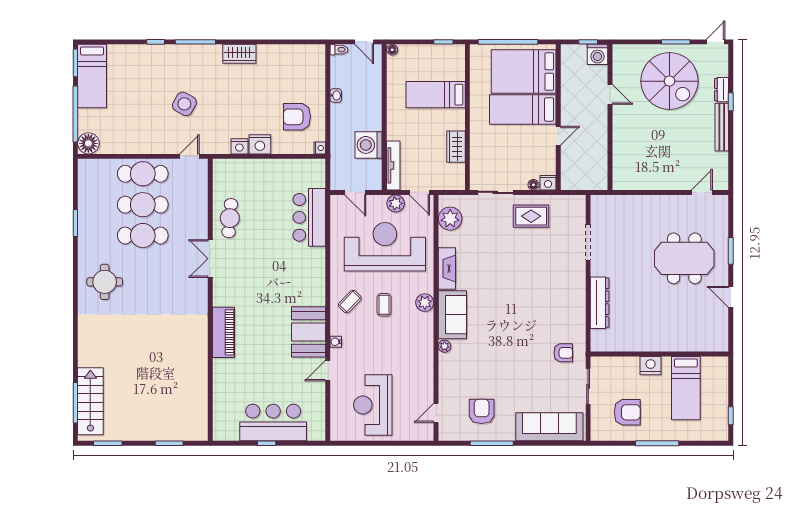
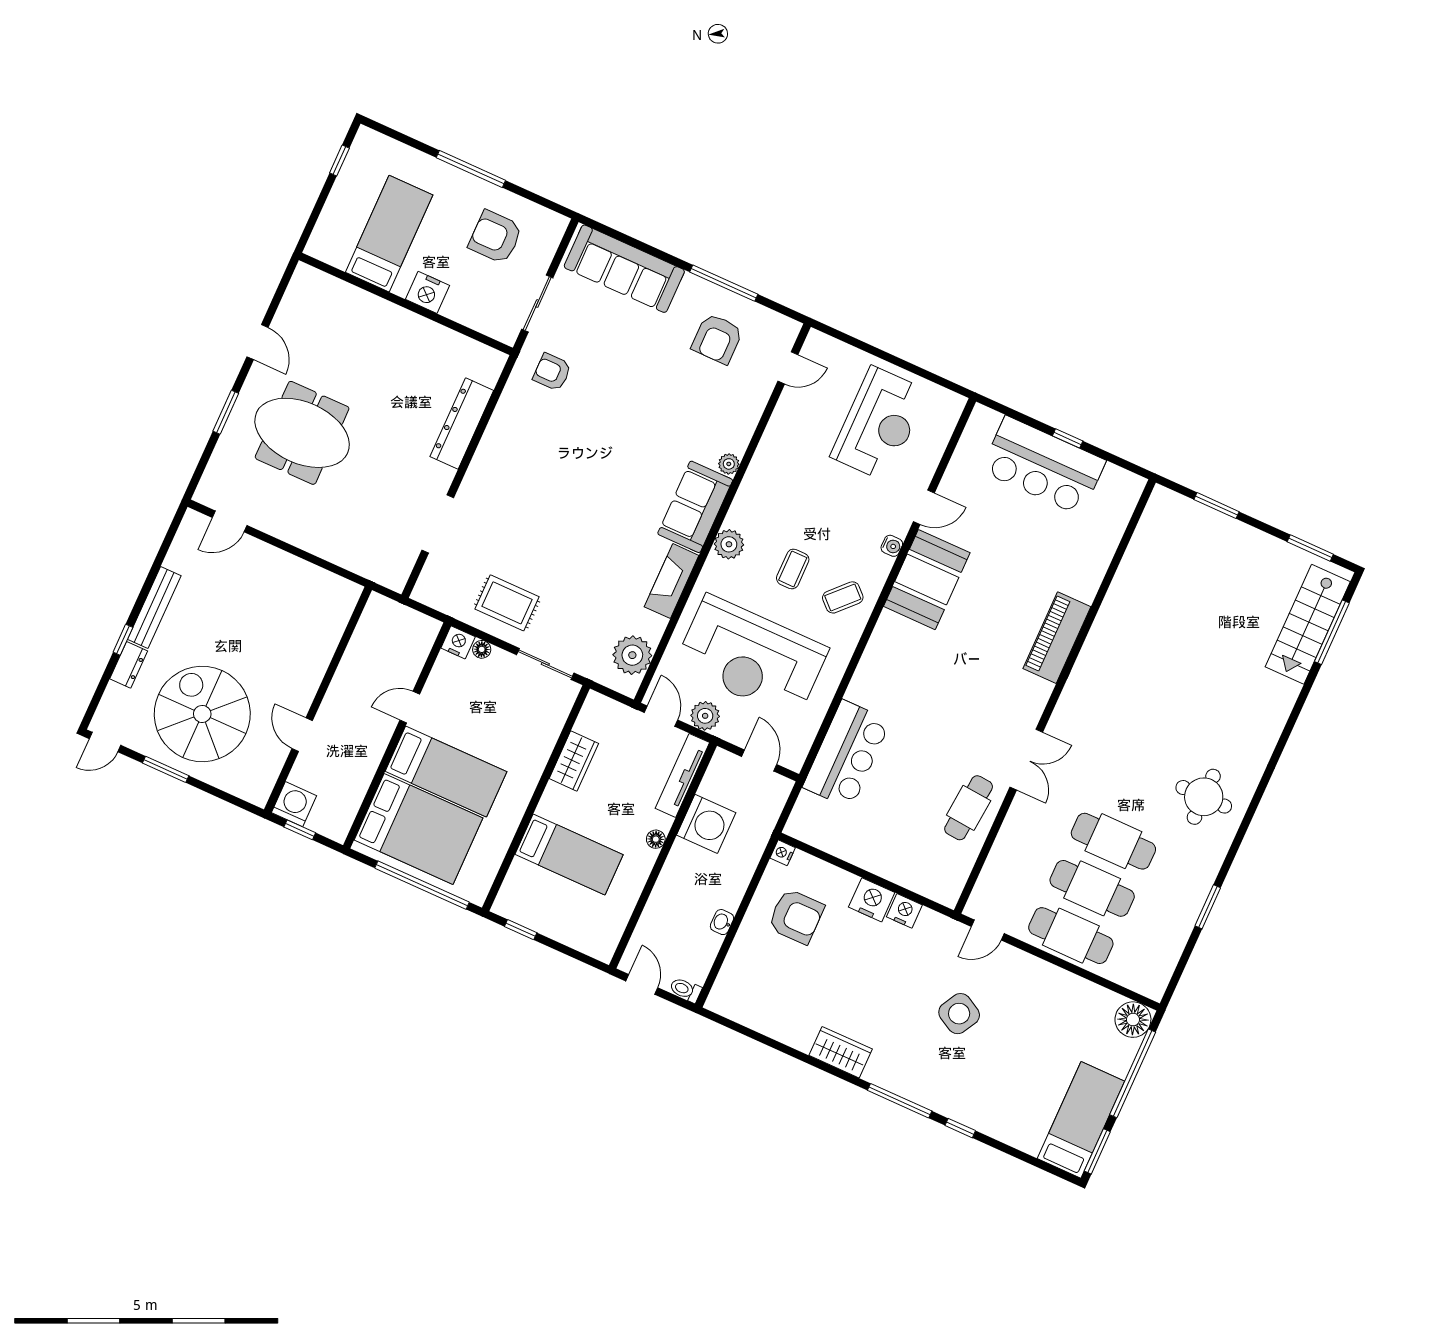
floor lamp: (392, 50) -> (656, 839), moved

